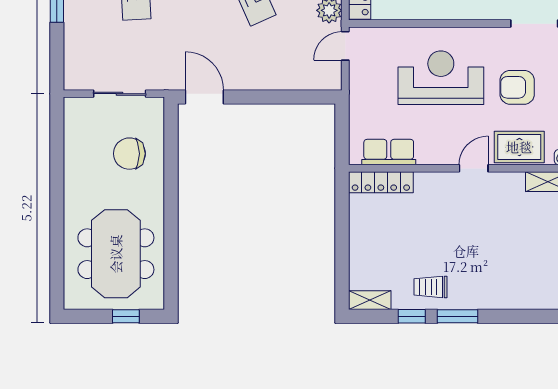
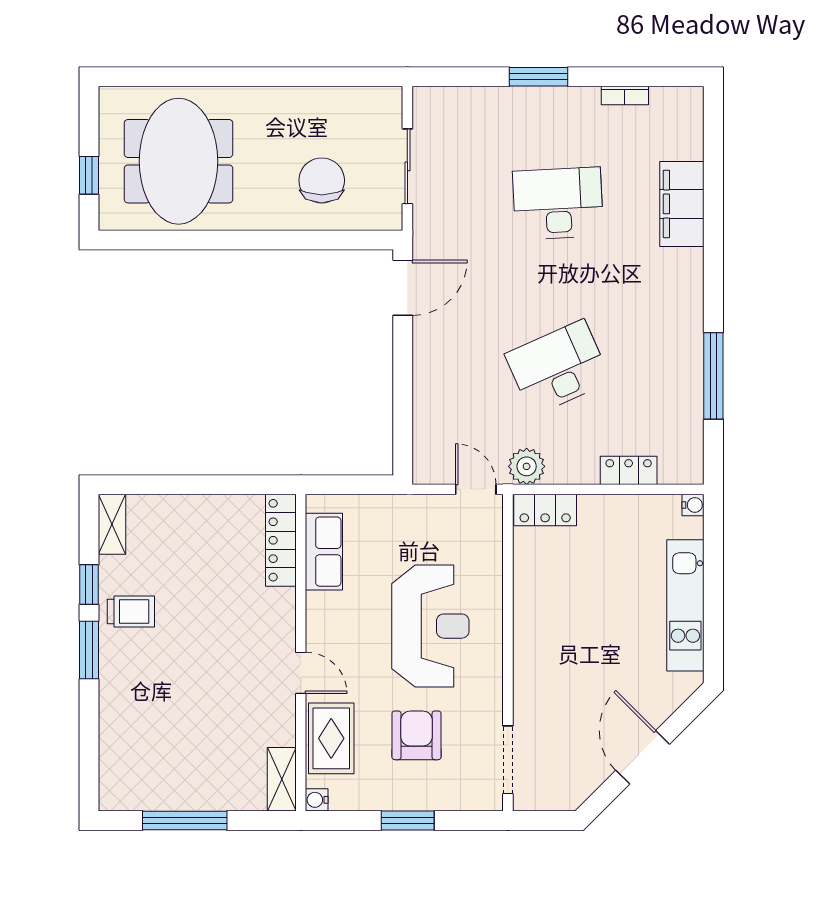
meeting table: (116, 254) -> (179, 161), turned 90
trolley: (431, 287) -> (131, 611), turned 90

